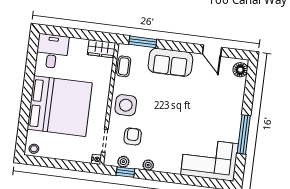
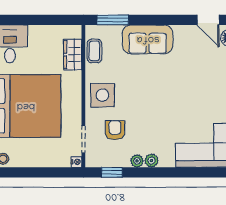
wardrobe: (101, 49) -> (73, 55), moved, turned 90
door: (212, 51) -> (208, 20), moved
plant: (123, 162) -> (151, 161), moved

